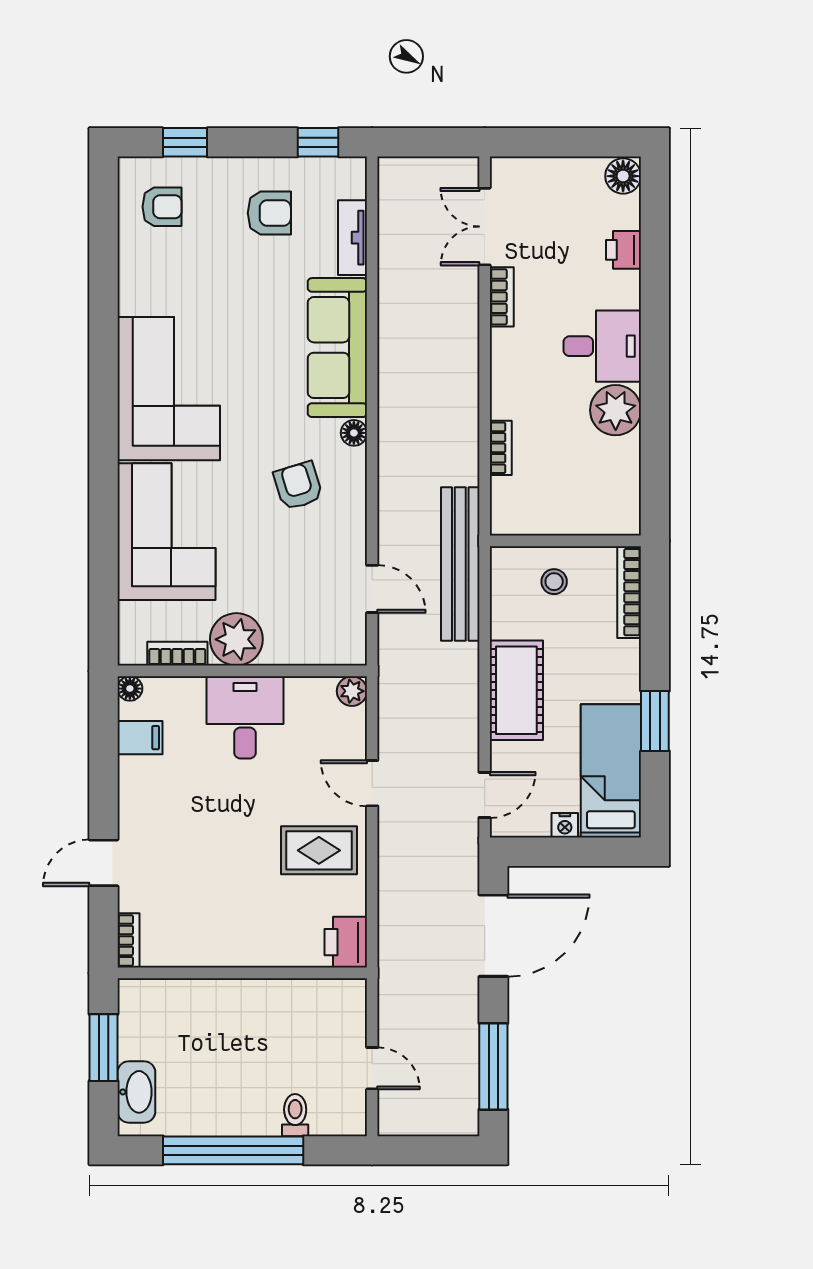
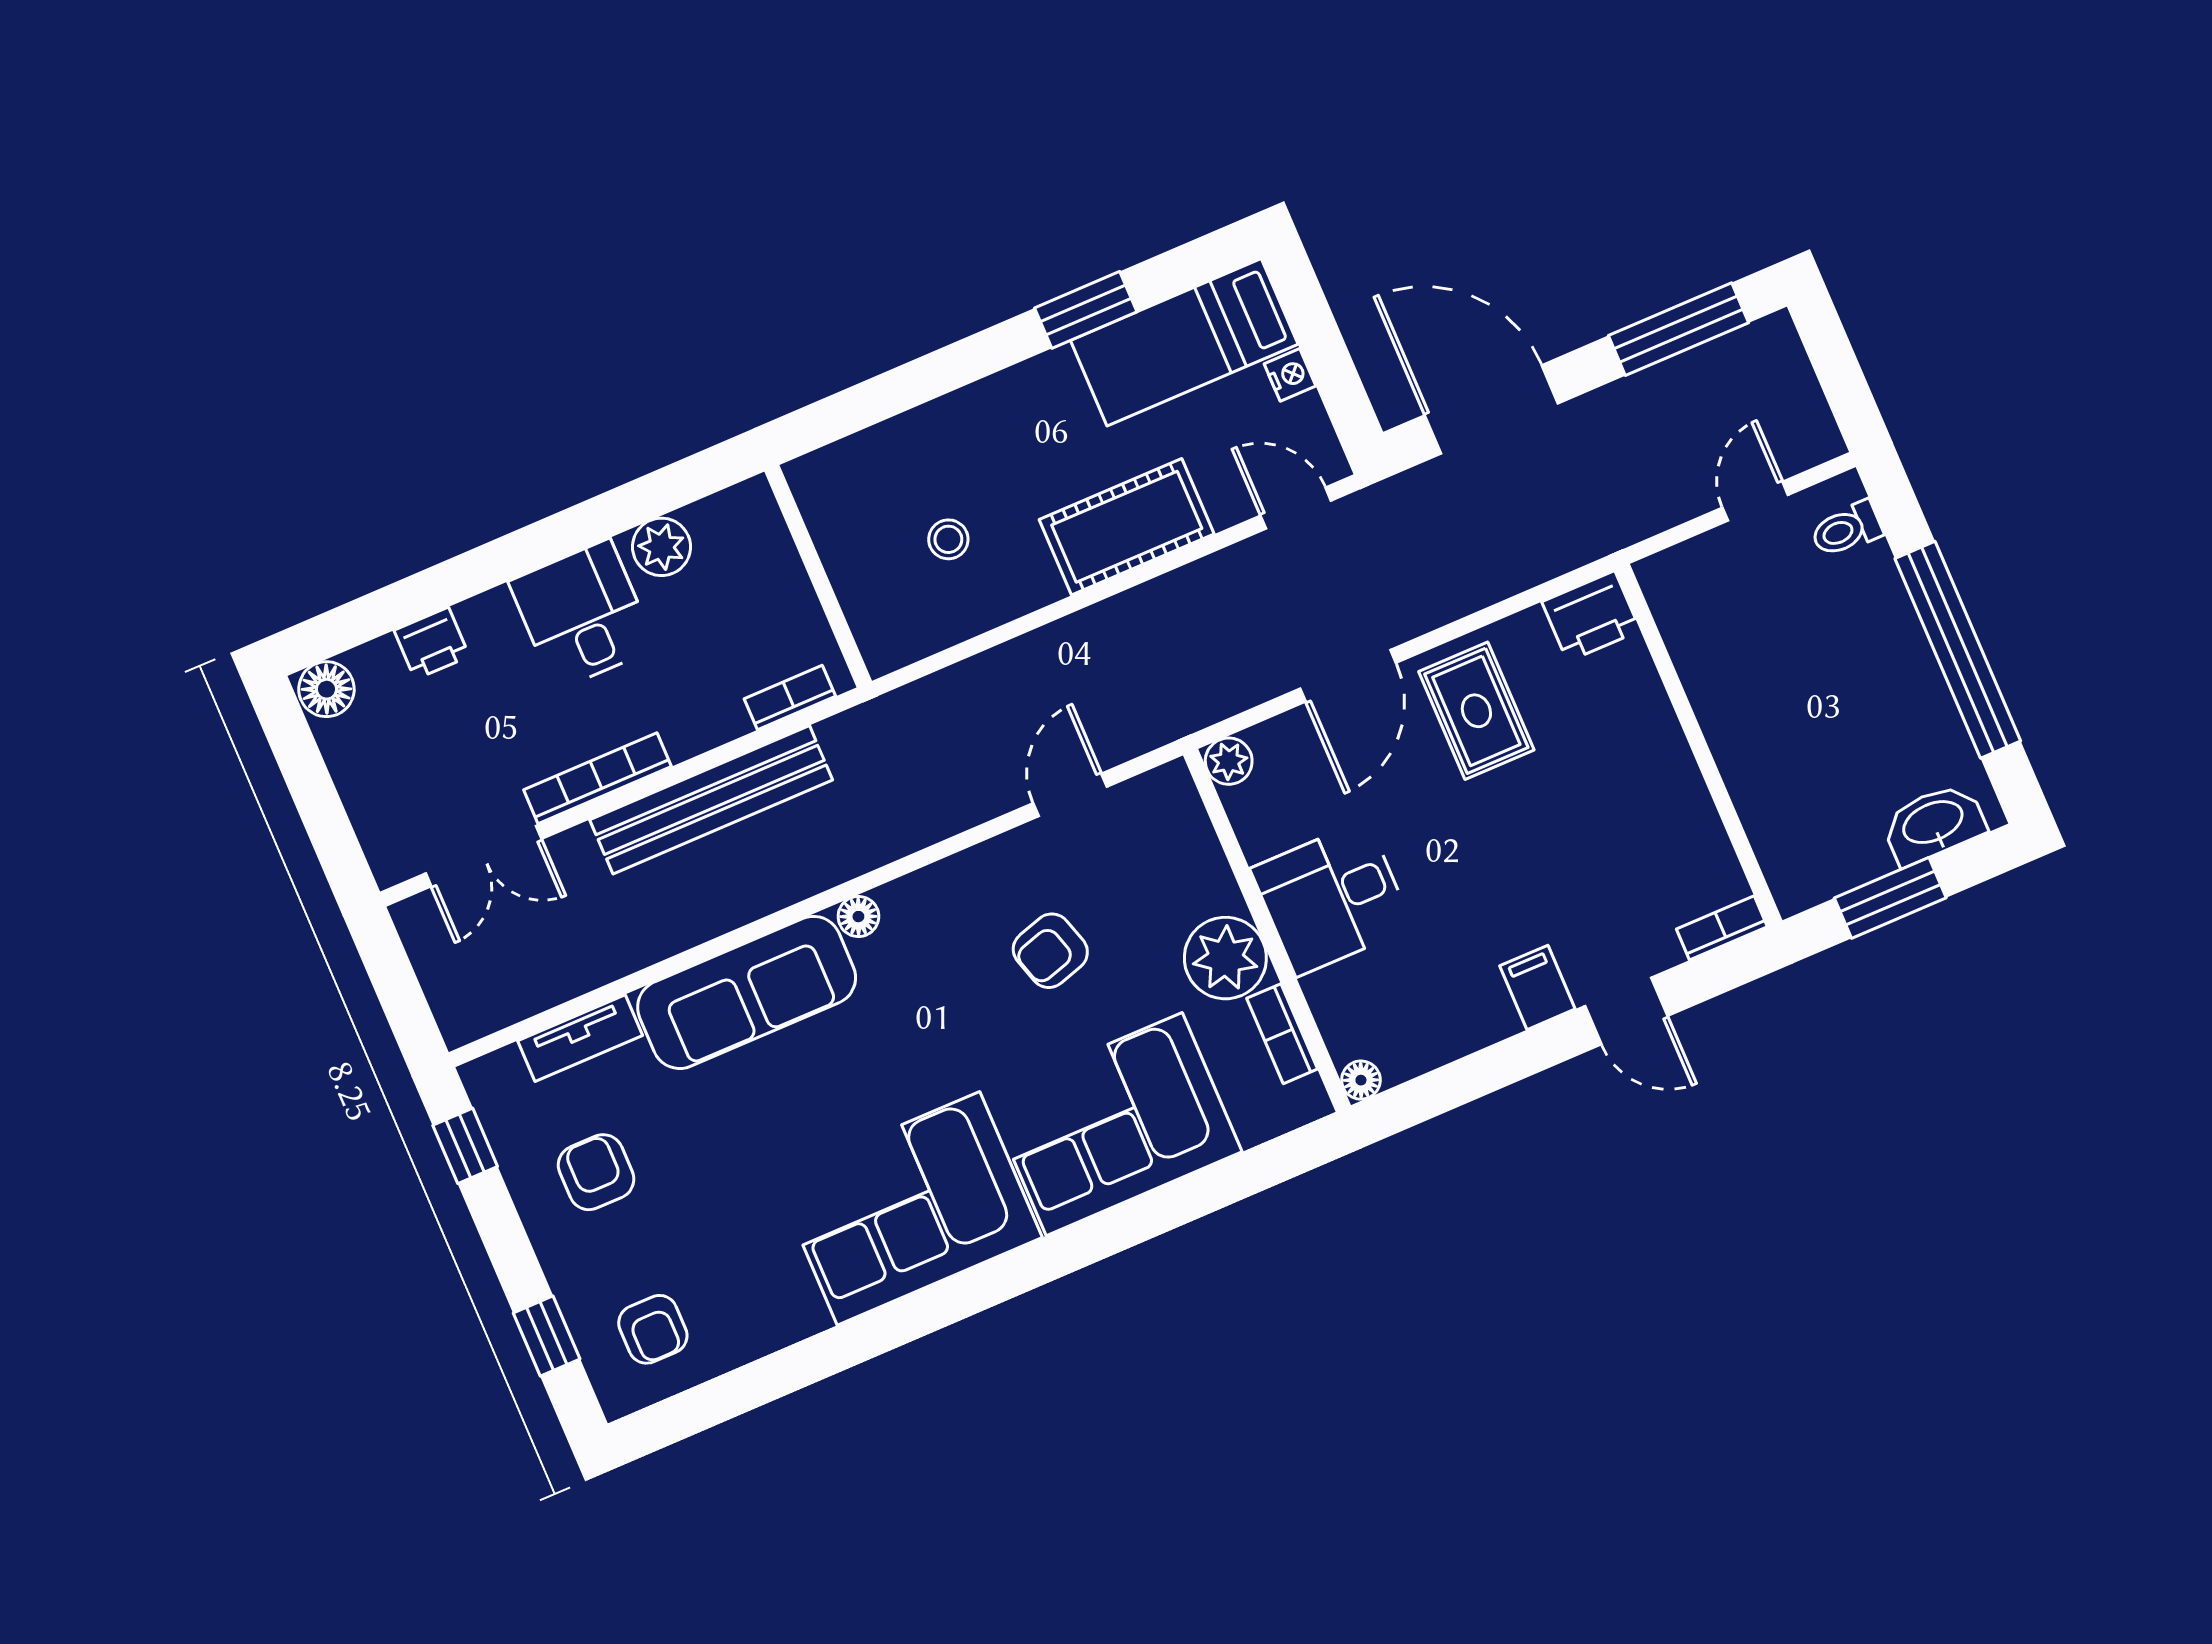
armchair: (162, 207) -> (653, 1329), turned 180
bookcase: (502, 297) -> (598, 778), width x1.56
plant: (616, 410) -> (662, 547), width x0.73, depth x0.73
armchair: (298, 486) -> (1050, 951), moved
wall: (565, 541) -> (818, 576), moved
bench: (460, 564) -> (711, 800), moved
bookcase: (629, 592) -> (918, 426), removed
filing cabinet: (140, 738) -> (1537, 987), moved
door: (372, 783) -> (1348, 676), width x1.38
toilet: (295, 1115) -> (1846, 529), moved

